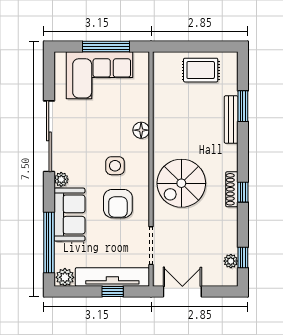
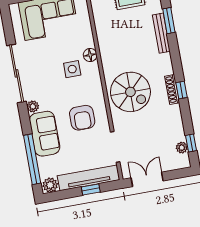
side table: (115, 166) -> (72, 69), moved
spiral stairs: (181, 183) -> (130, 92), turned -90

